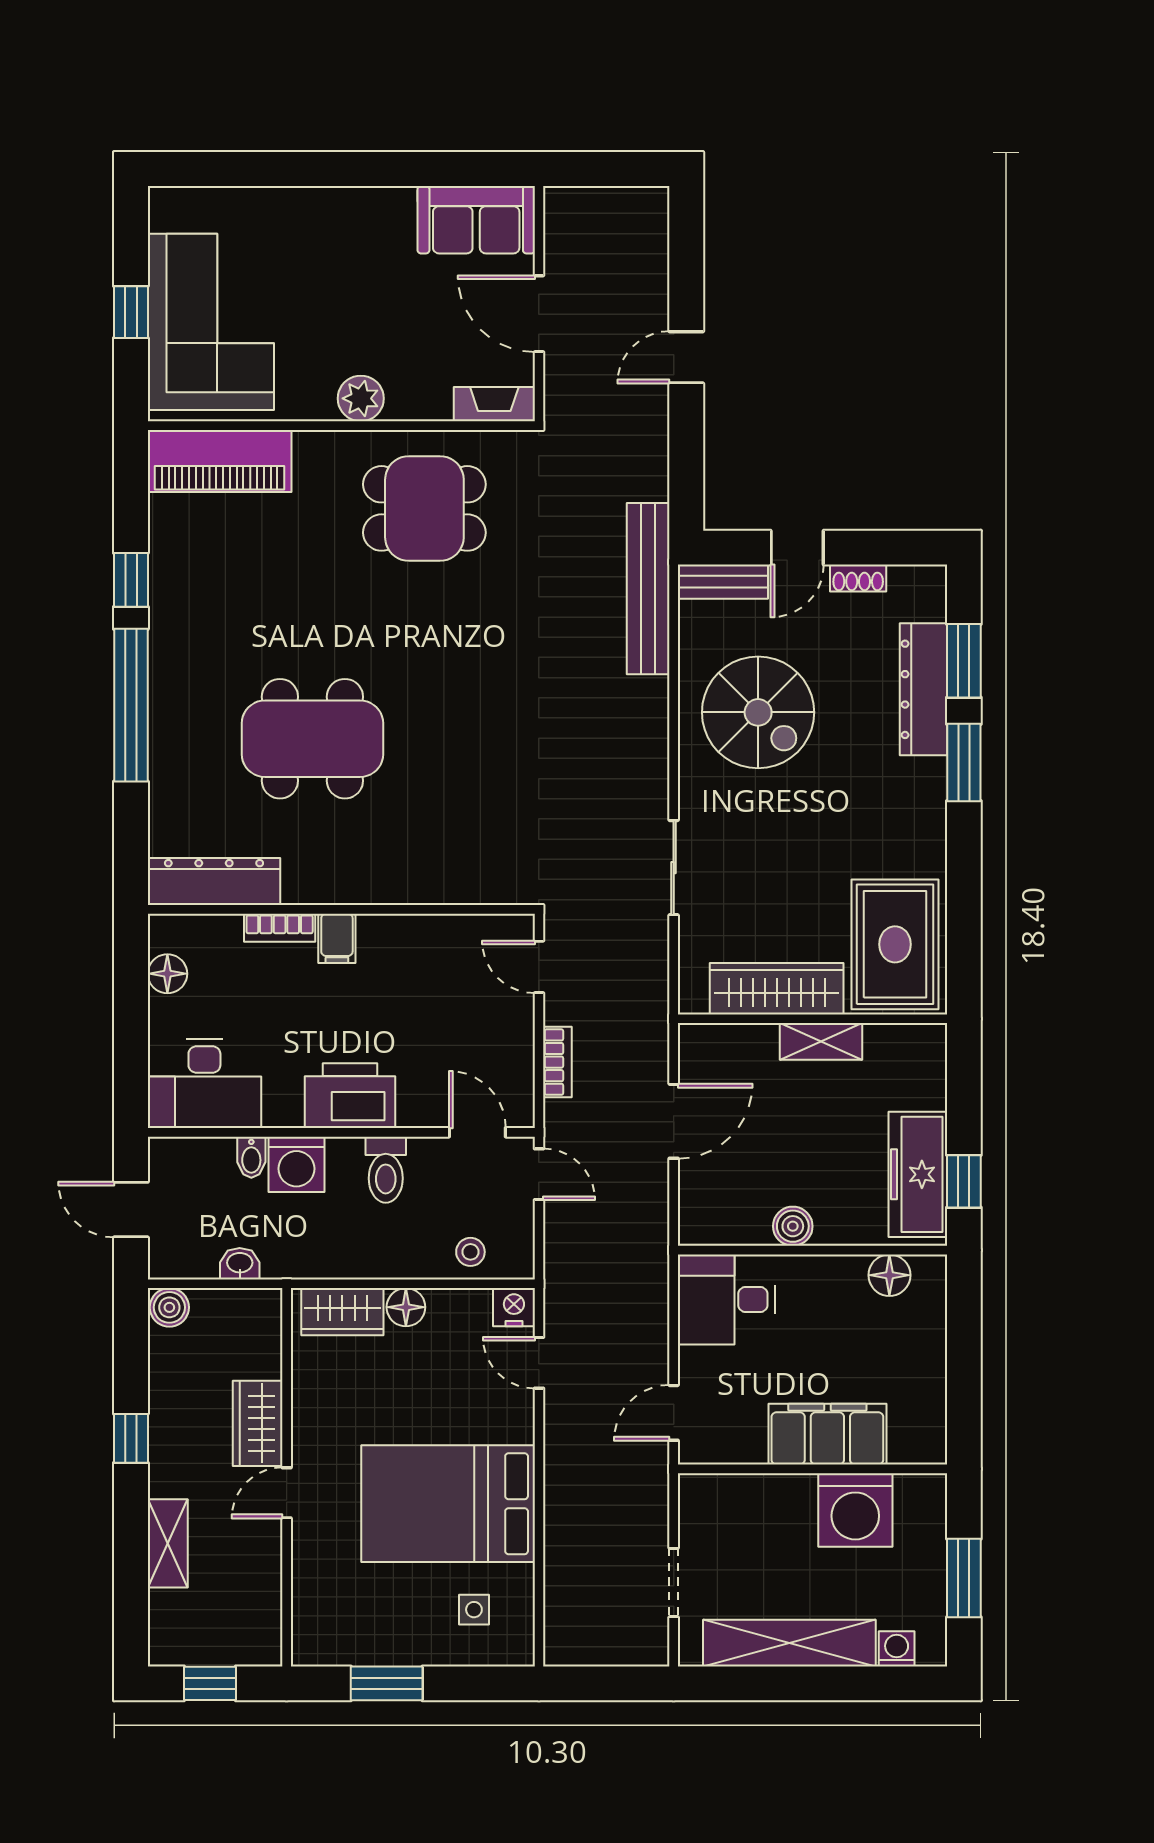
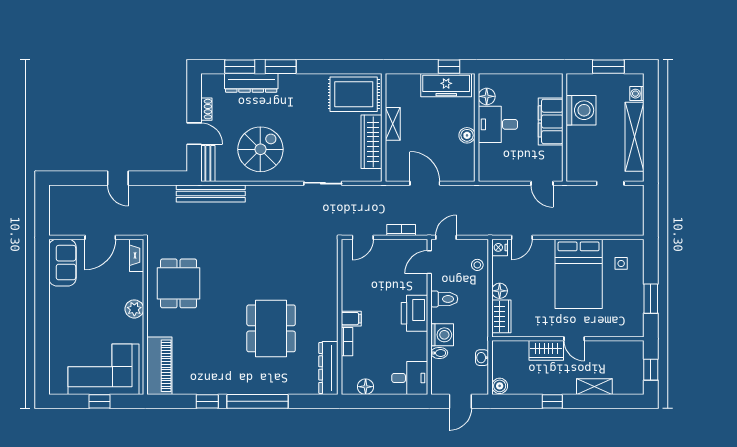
desk: (204, 1084) -> (410, 378), width x0.73
desk: (727, 1300) -> (498, 124), moved, turned 90

